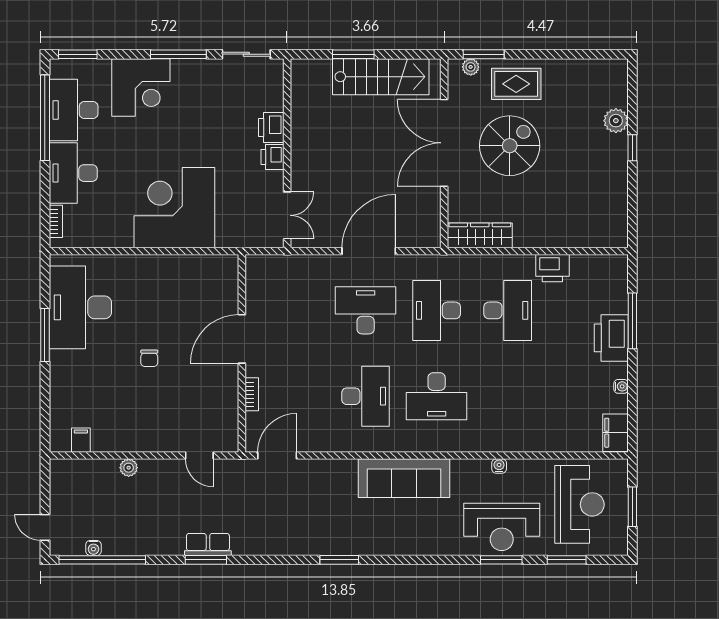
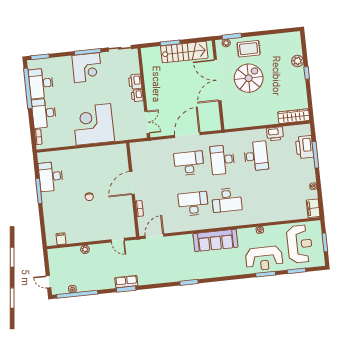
corner desk: (141, 87) -> (87, 68), moved
wardrobe: (480, 235) -> (294, 116), moved
desk: (80, 307) -> (51, 177), width x0.73, depth x0.77
printer: (611, 338) -> (305, 147), moved
desk: (366, 396) -> (193, 204), turned -90

